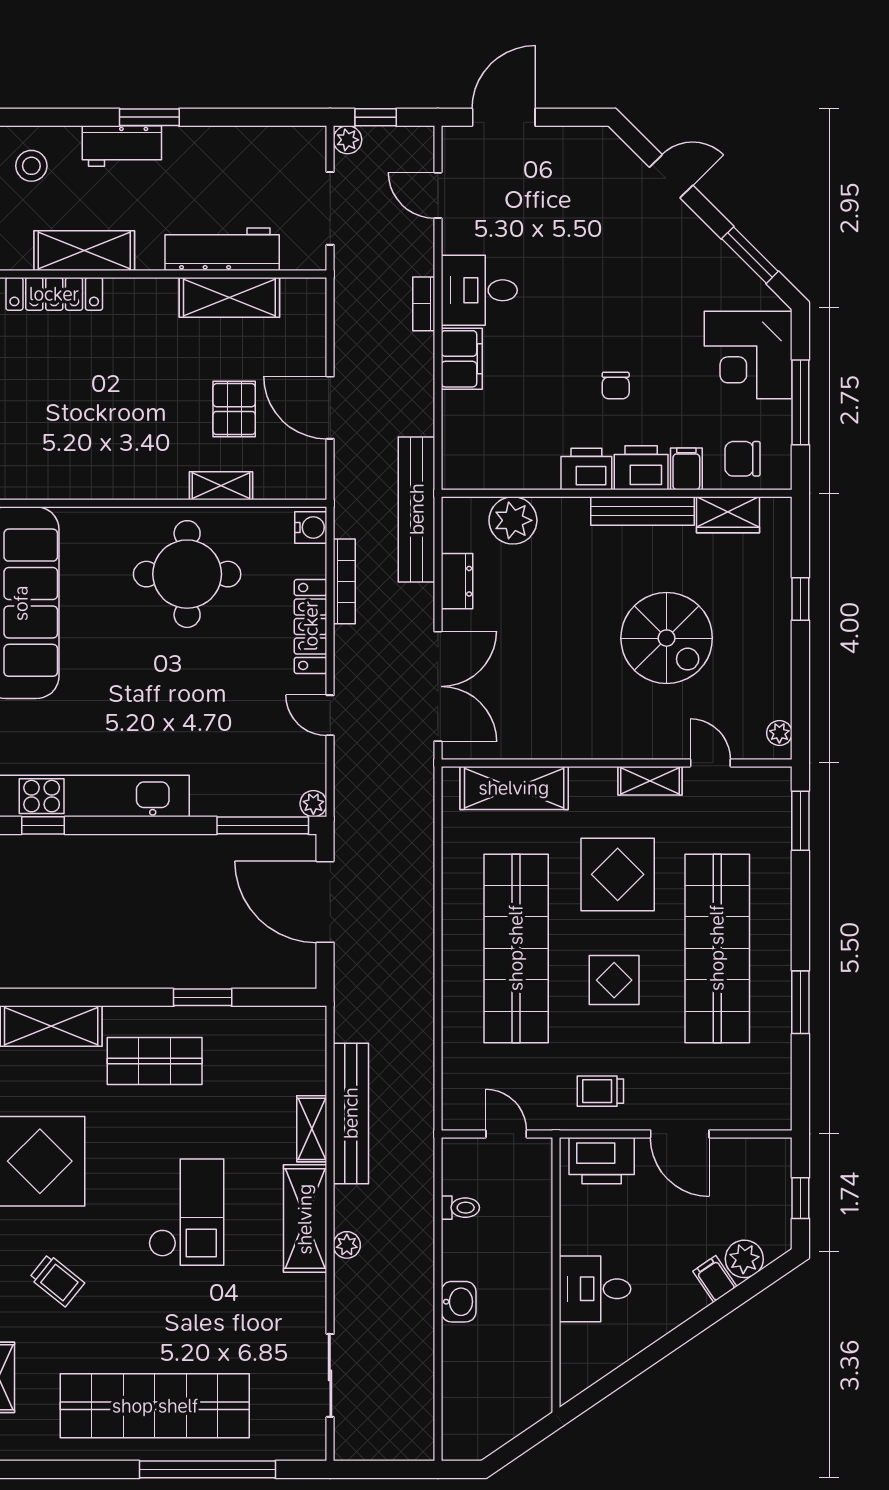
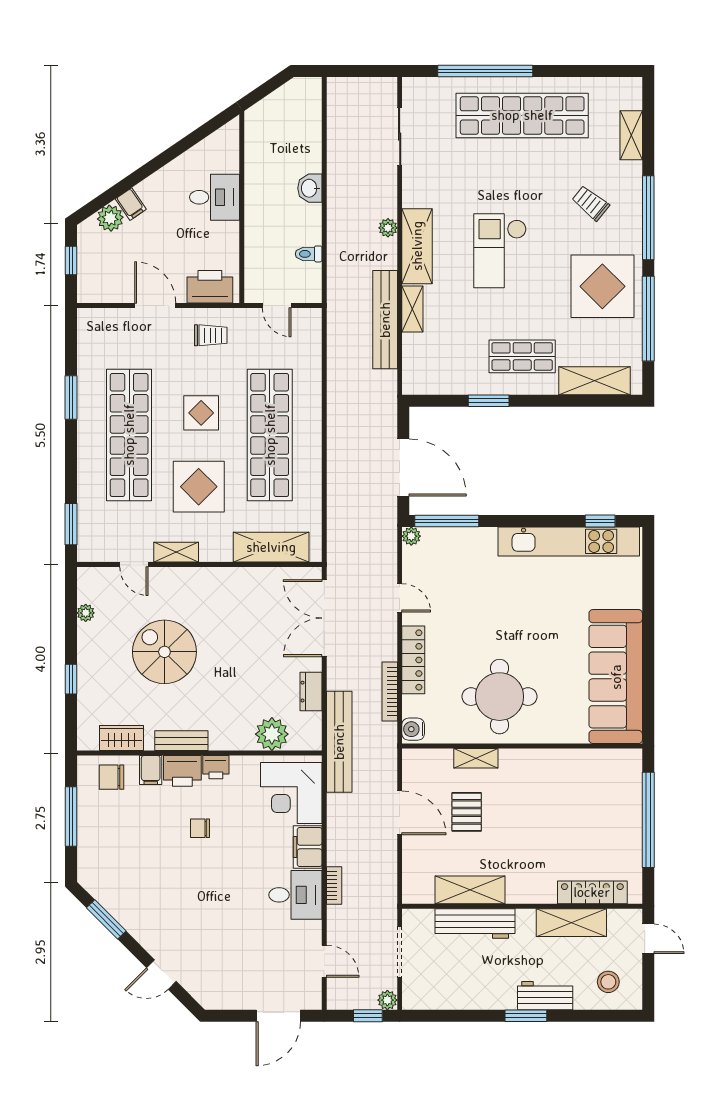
corner desk: (748, 355) -> (291, 793), moved, turned 180
chair: (616, 386) -> (200, 828), turned -90
chair: (742, 459) -> (111, 777), turned 180
printer: (586, 469) -> (216, 767), width x0.73, depth x0.81
bench: (642, 511) -> (181, 741), width x0.73
plant: (779, 733) -> (86, 613), moved

